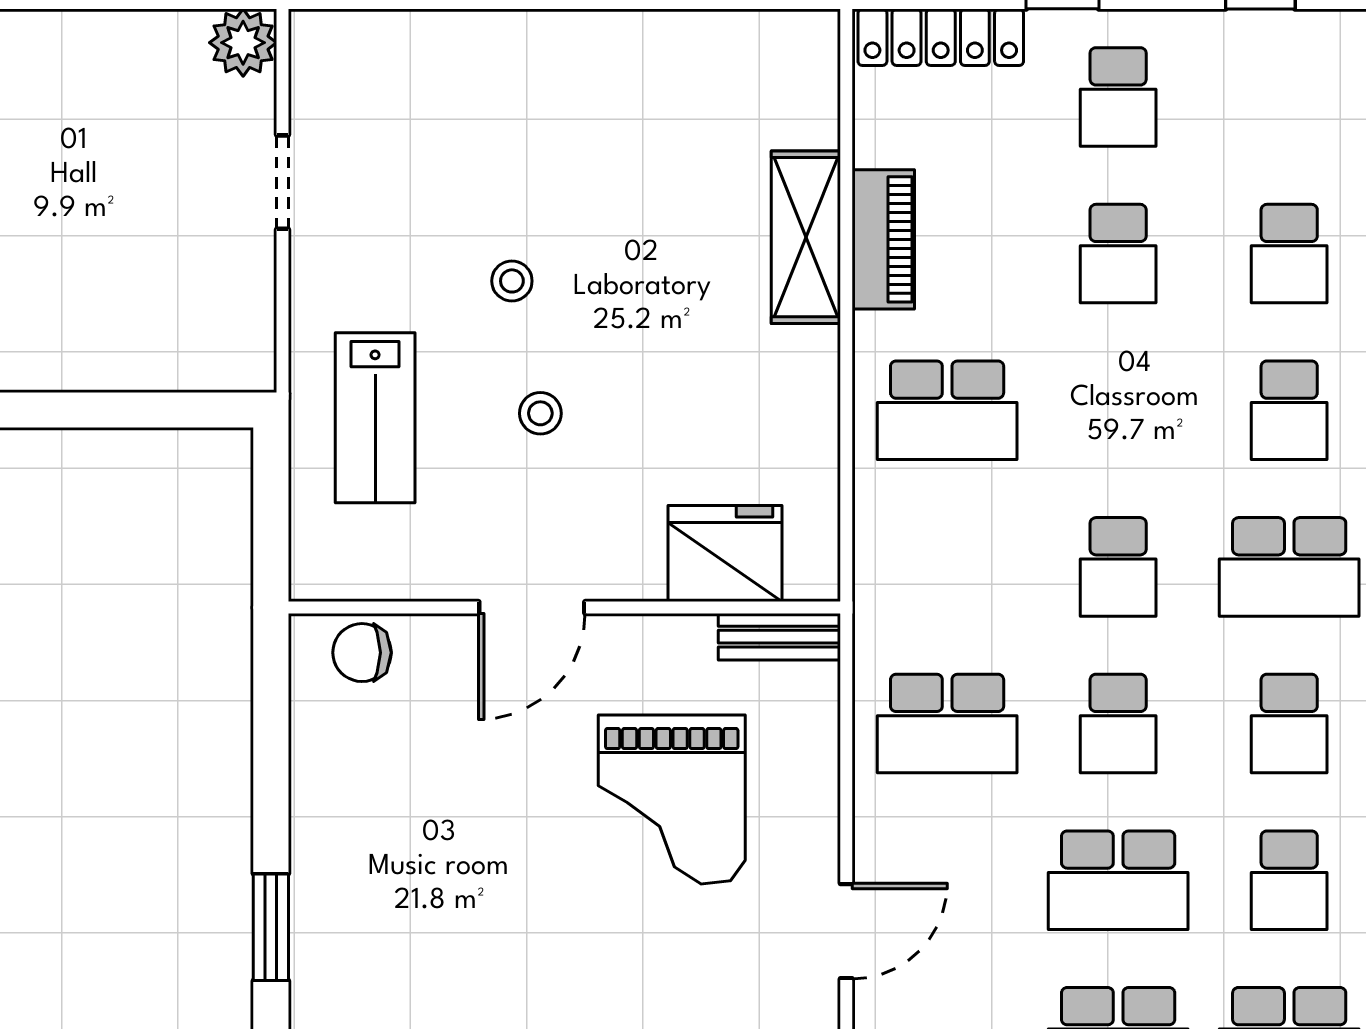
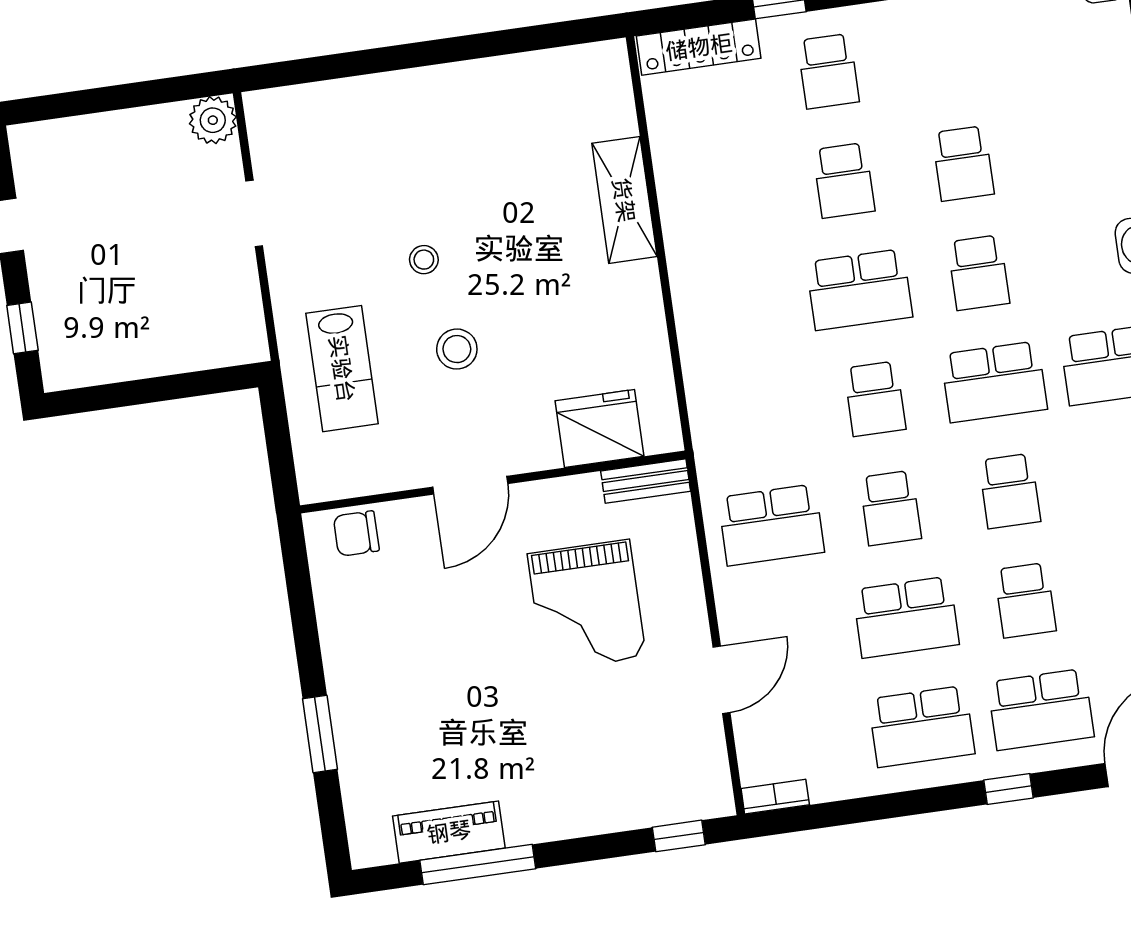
piano: (883, 239) -> (679, 194), removed
school desk: (947, 410) -> (859, 290), moved
stool: (540, 413) -> (457, 349), width x1.37, depth x1.37

